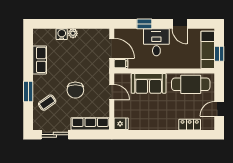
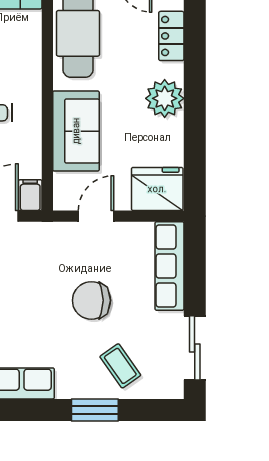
chair: (75, 90) -> (91, 300), turned 180
plant: (163, 122) -> (165, 98), added
fridge: (121, 124) -> (157, 189), width x1.88, depth x1.34

